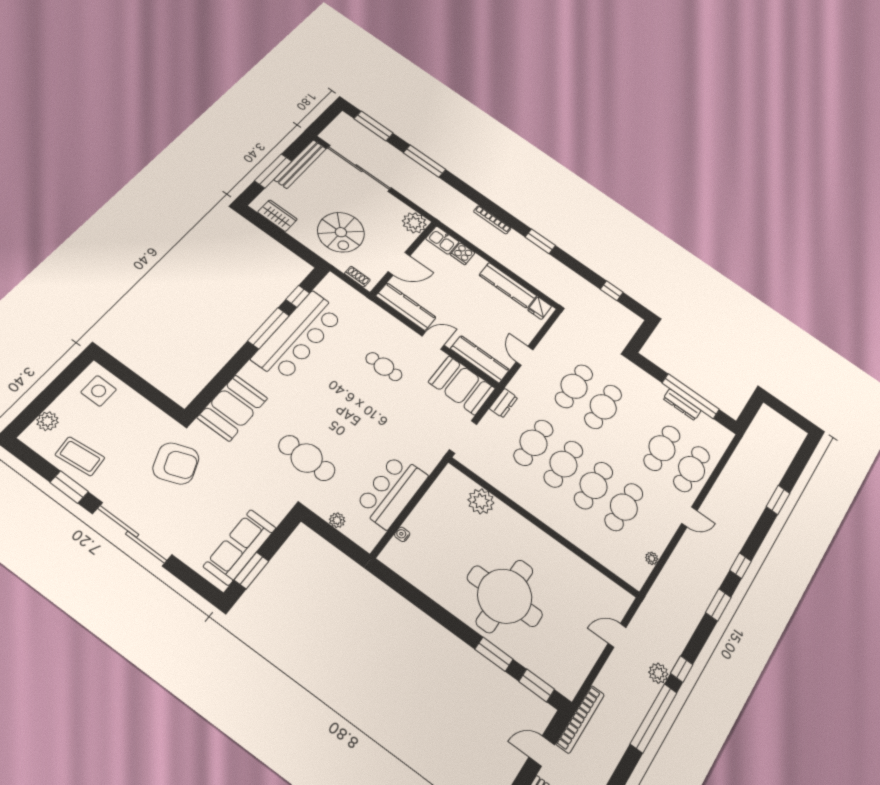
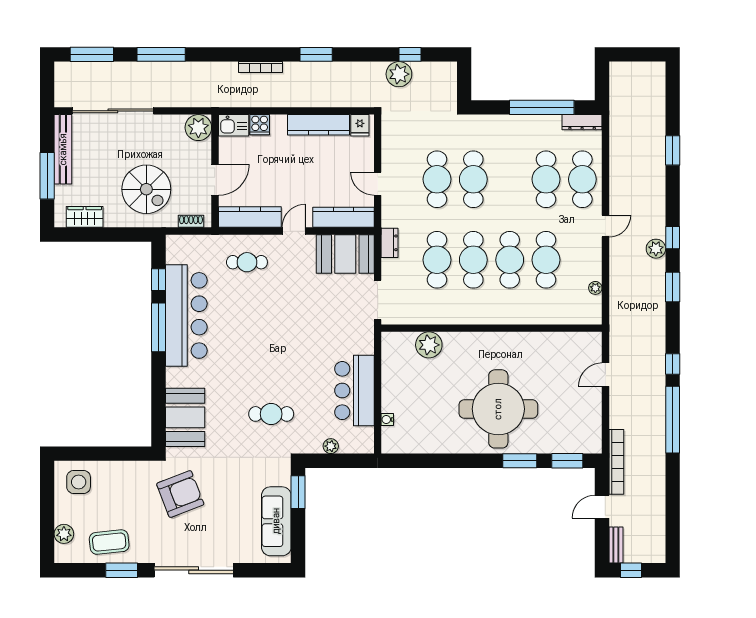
plant: (594, 297) -> (399, 74), added
cafe table: (384, 367) -> (247, 262), moved
dresser: (682, 405) -> (582, 122), moved
cafe table: (307, 458) -> (271, 414), width x0.73, depth x0.74
window: (251, 571) -> (298, 492), moved
plant: (658, 673) -> (656, 249), moved

